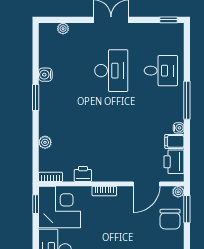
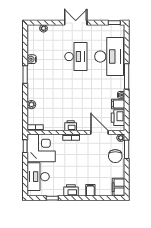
desk: (161, 71) -> (109, 57), width x1.87, depth x1.30
printer: (83, 174) -> (71, 126), moved
door: (147, 184) -> (99, 132), swing flipped

